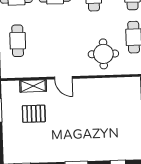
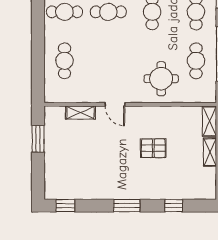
pallet: (34, 114) -> (153, 148), moved

